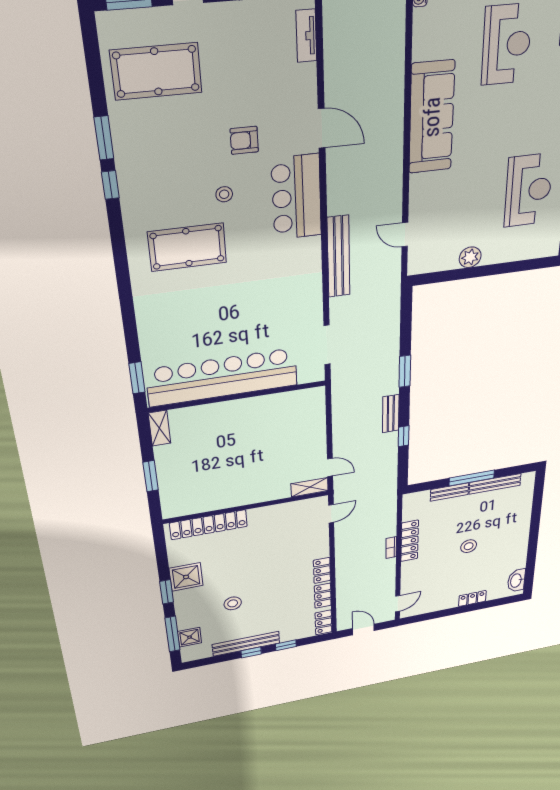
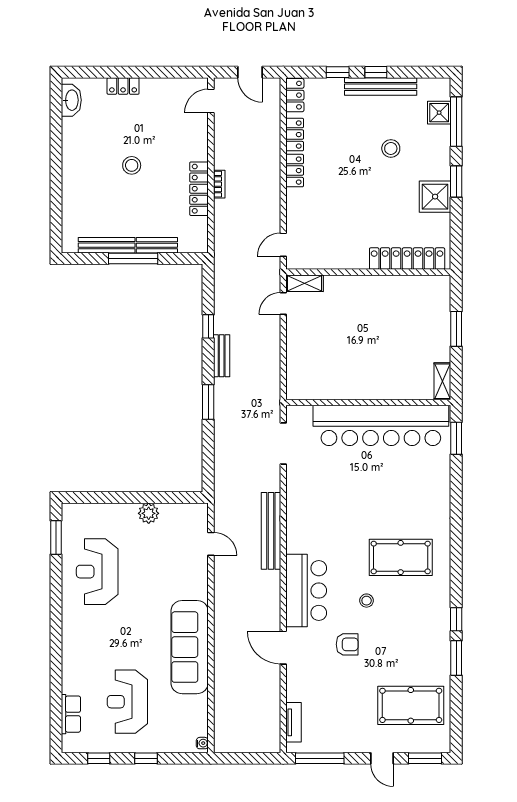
door: (330, 467) -> (283, 303), hinge flipped

